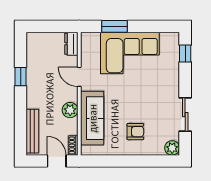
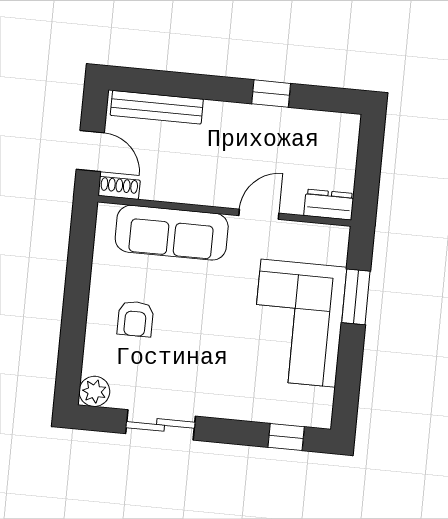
plant: (70, 110) -> (193, 189), removed
door: (57, 161) -> (90, 151), hinge flipped

